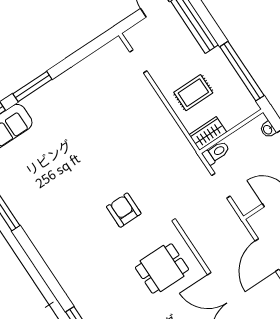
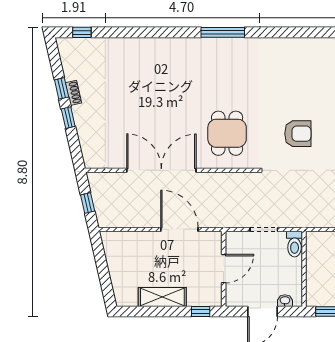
wardrobe: (208, 133) -> (315, 248), removed

